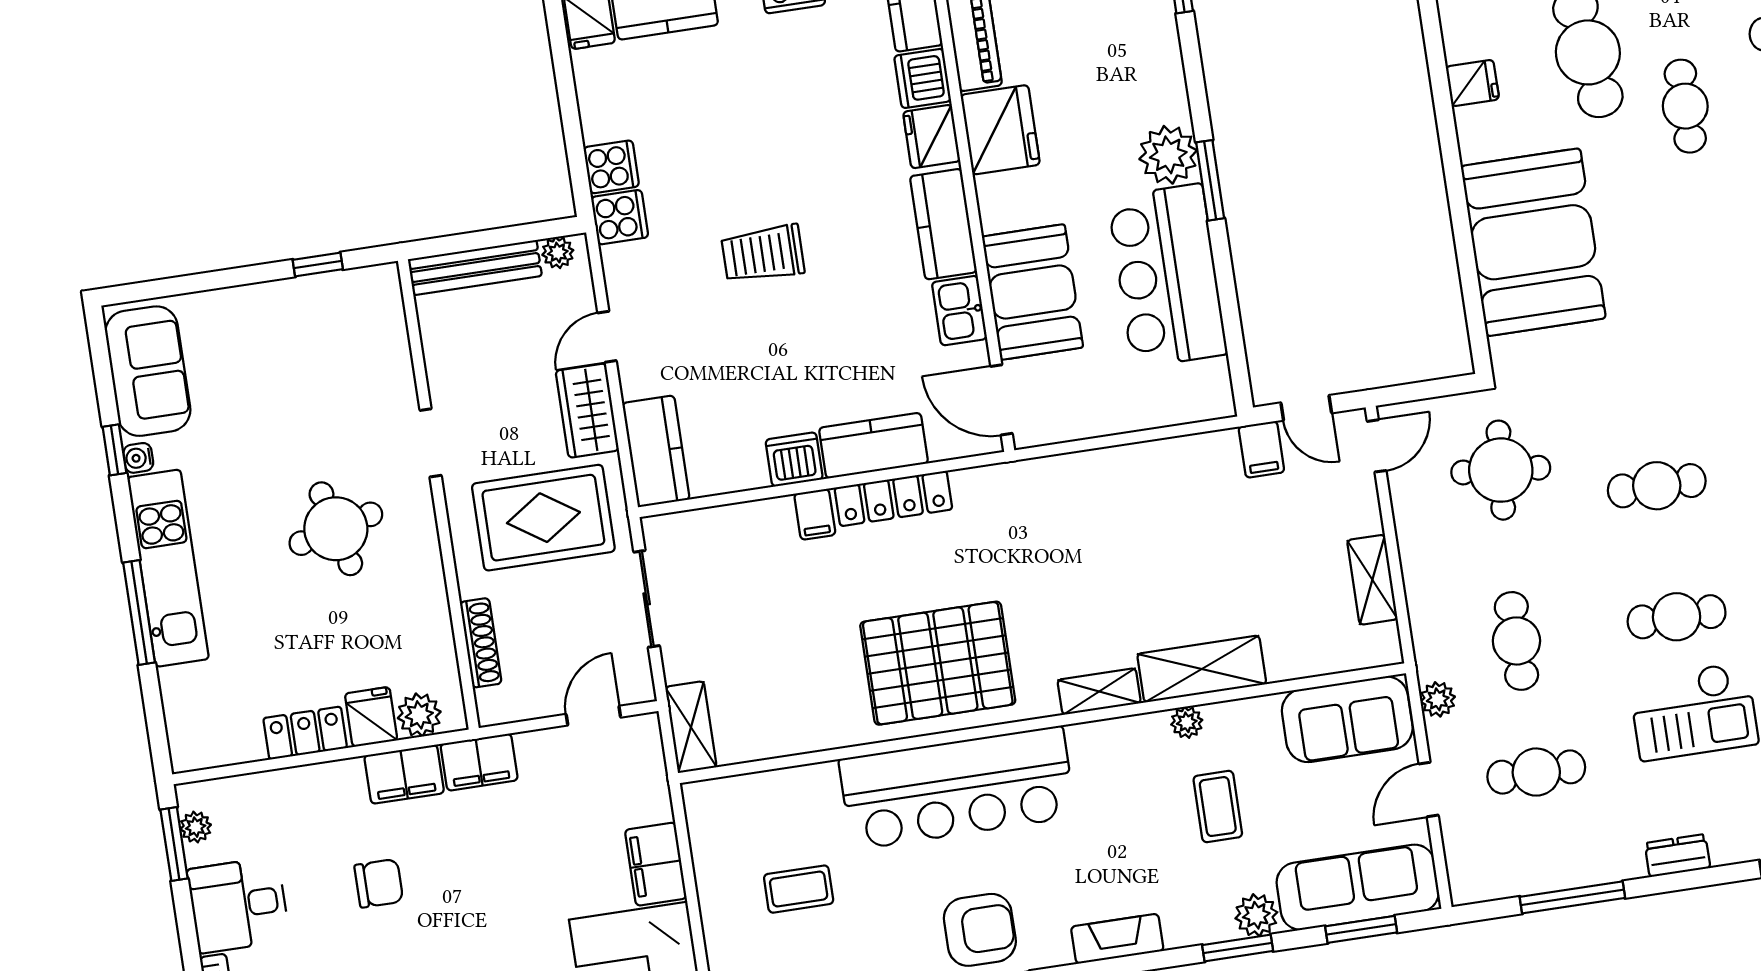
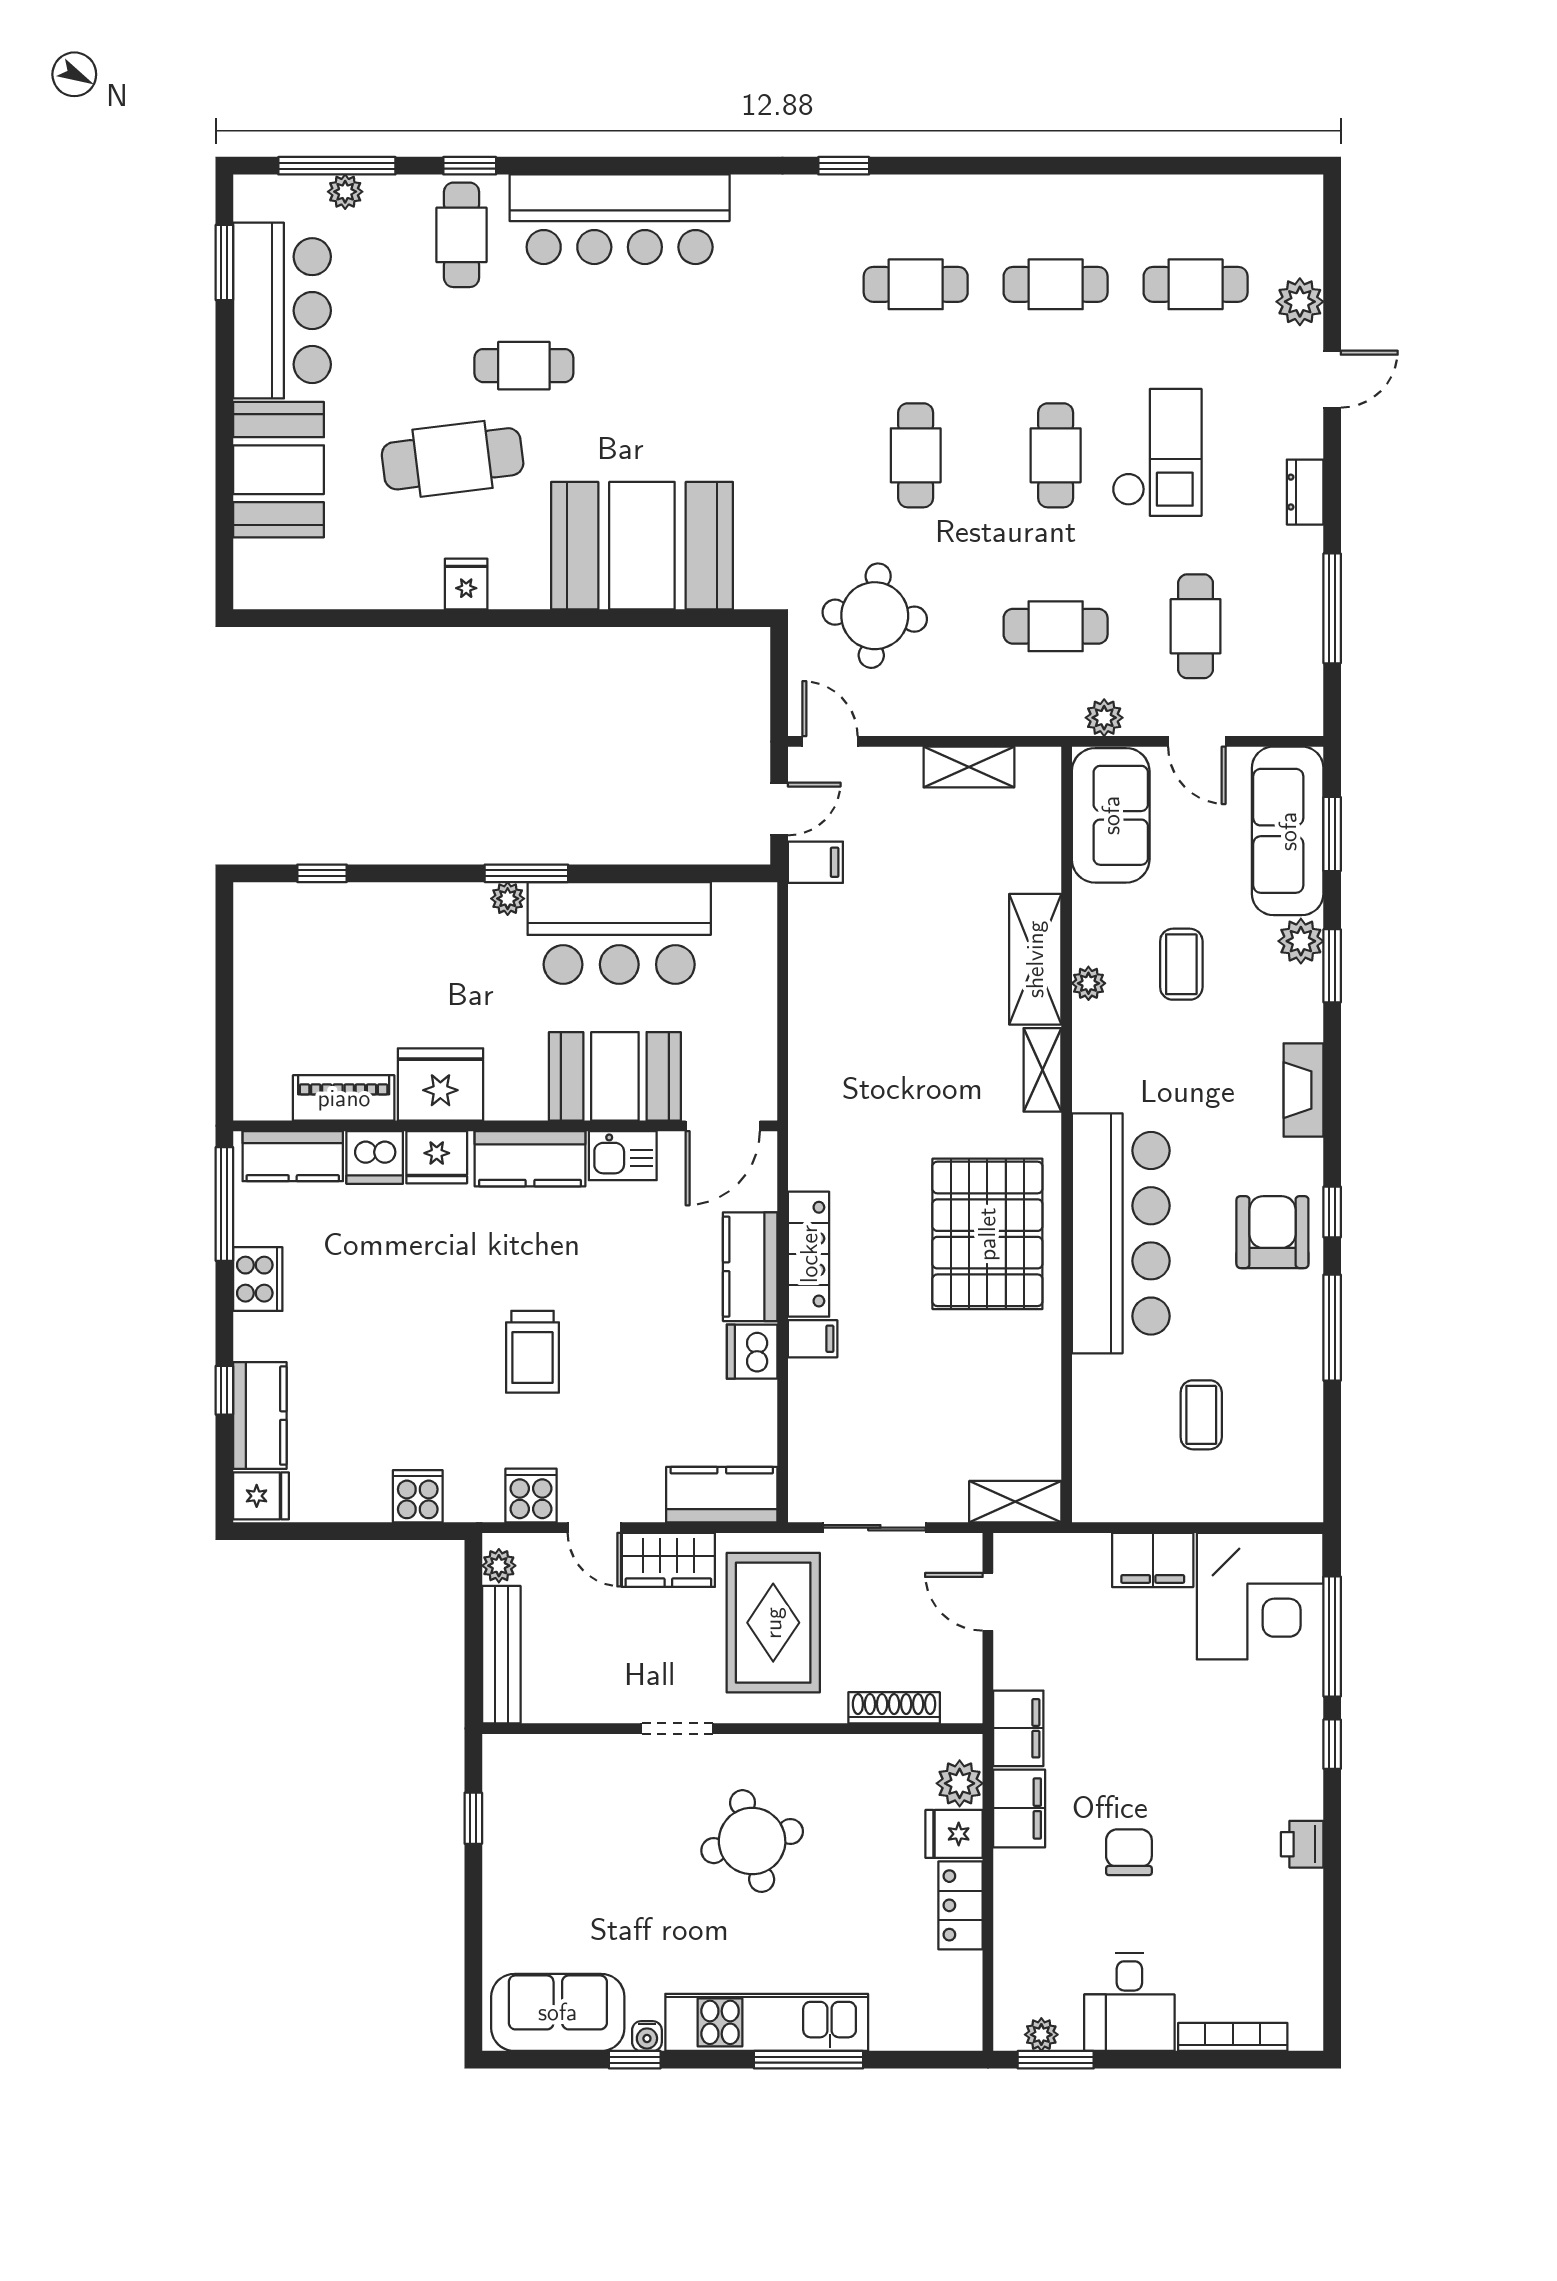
plant: (1168, 155) -> (508, 899), width x0.53, depth x0.53
cooker: (620, 217) -> (531, 1495), moved
coffee table: (1218, 807) -> (1181, 964), turned 90

